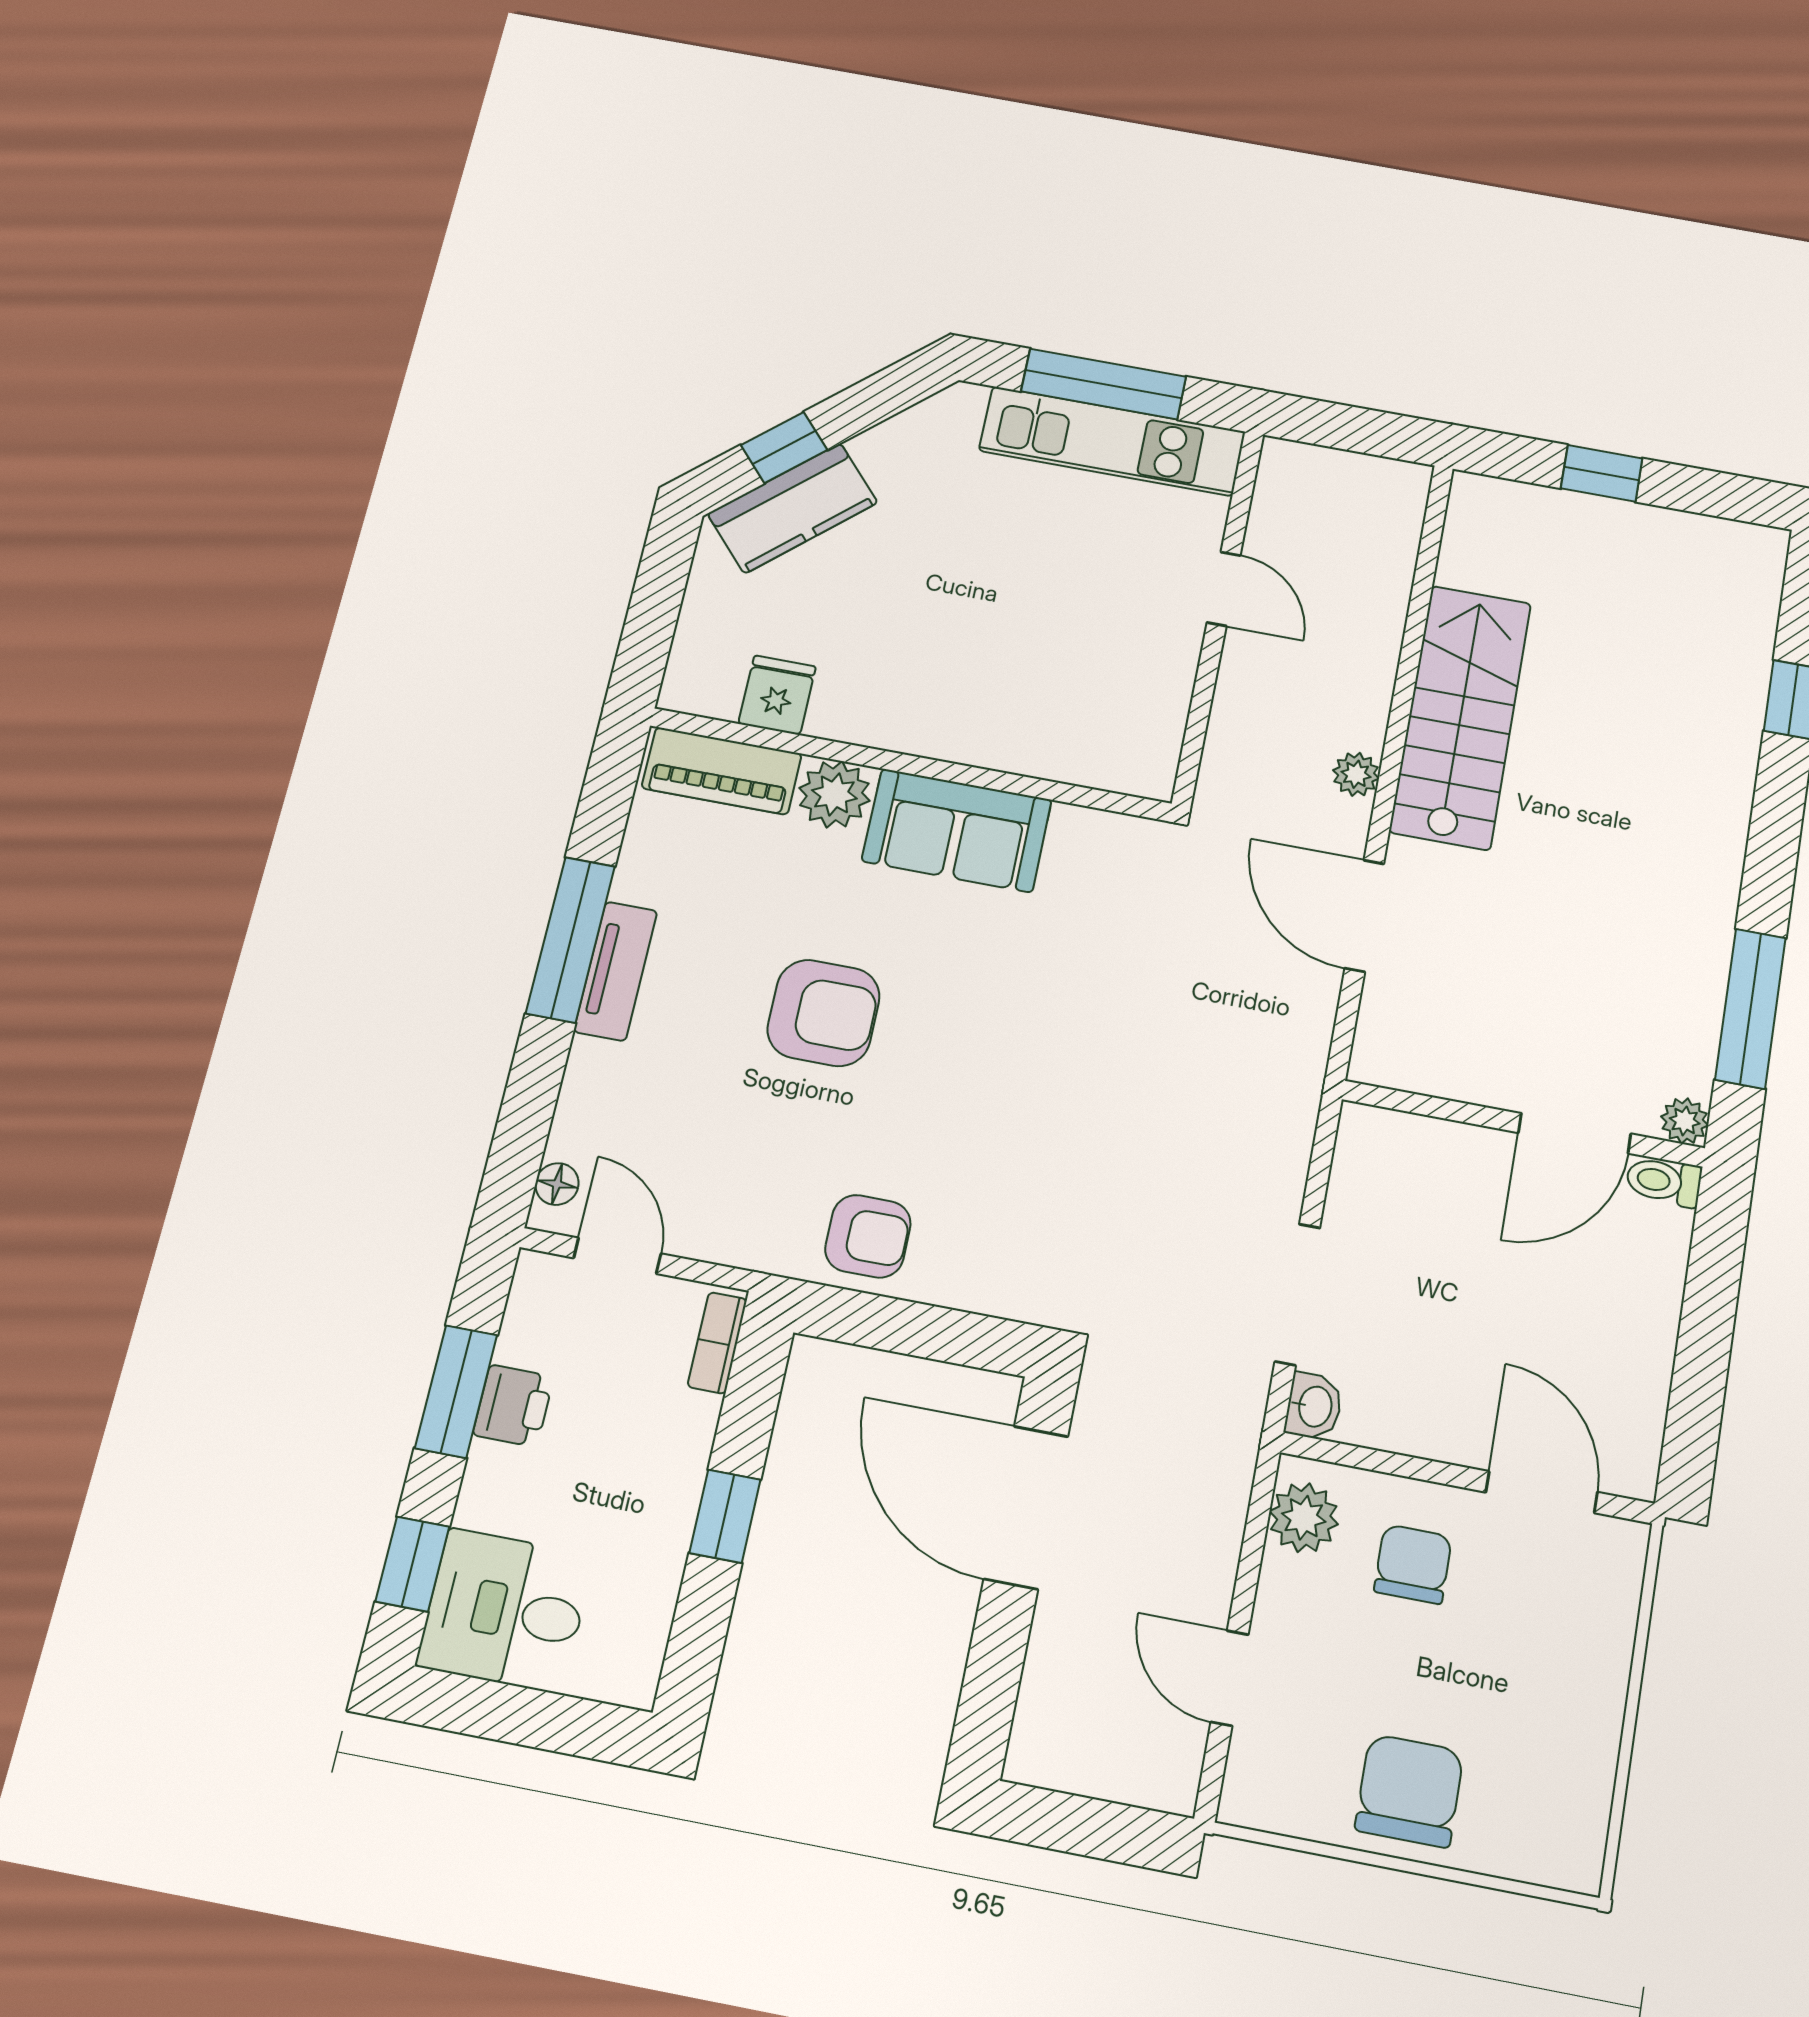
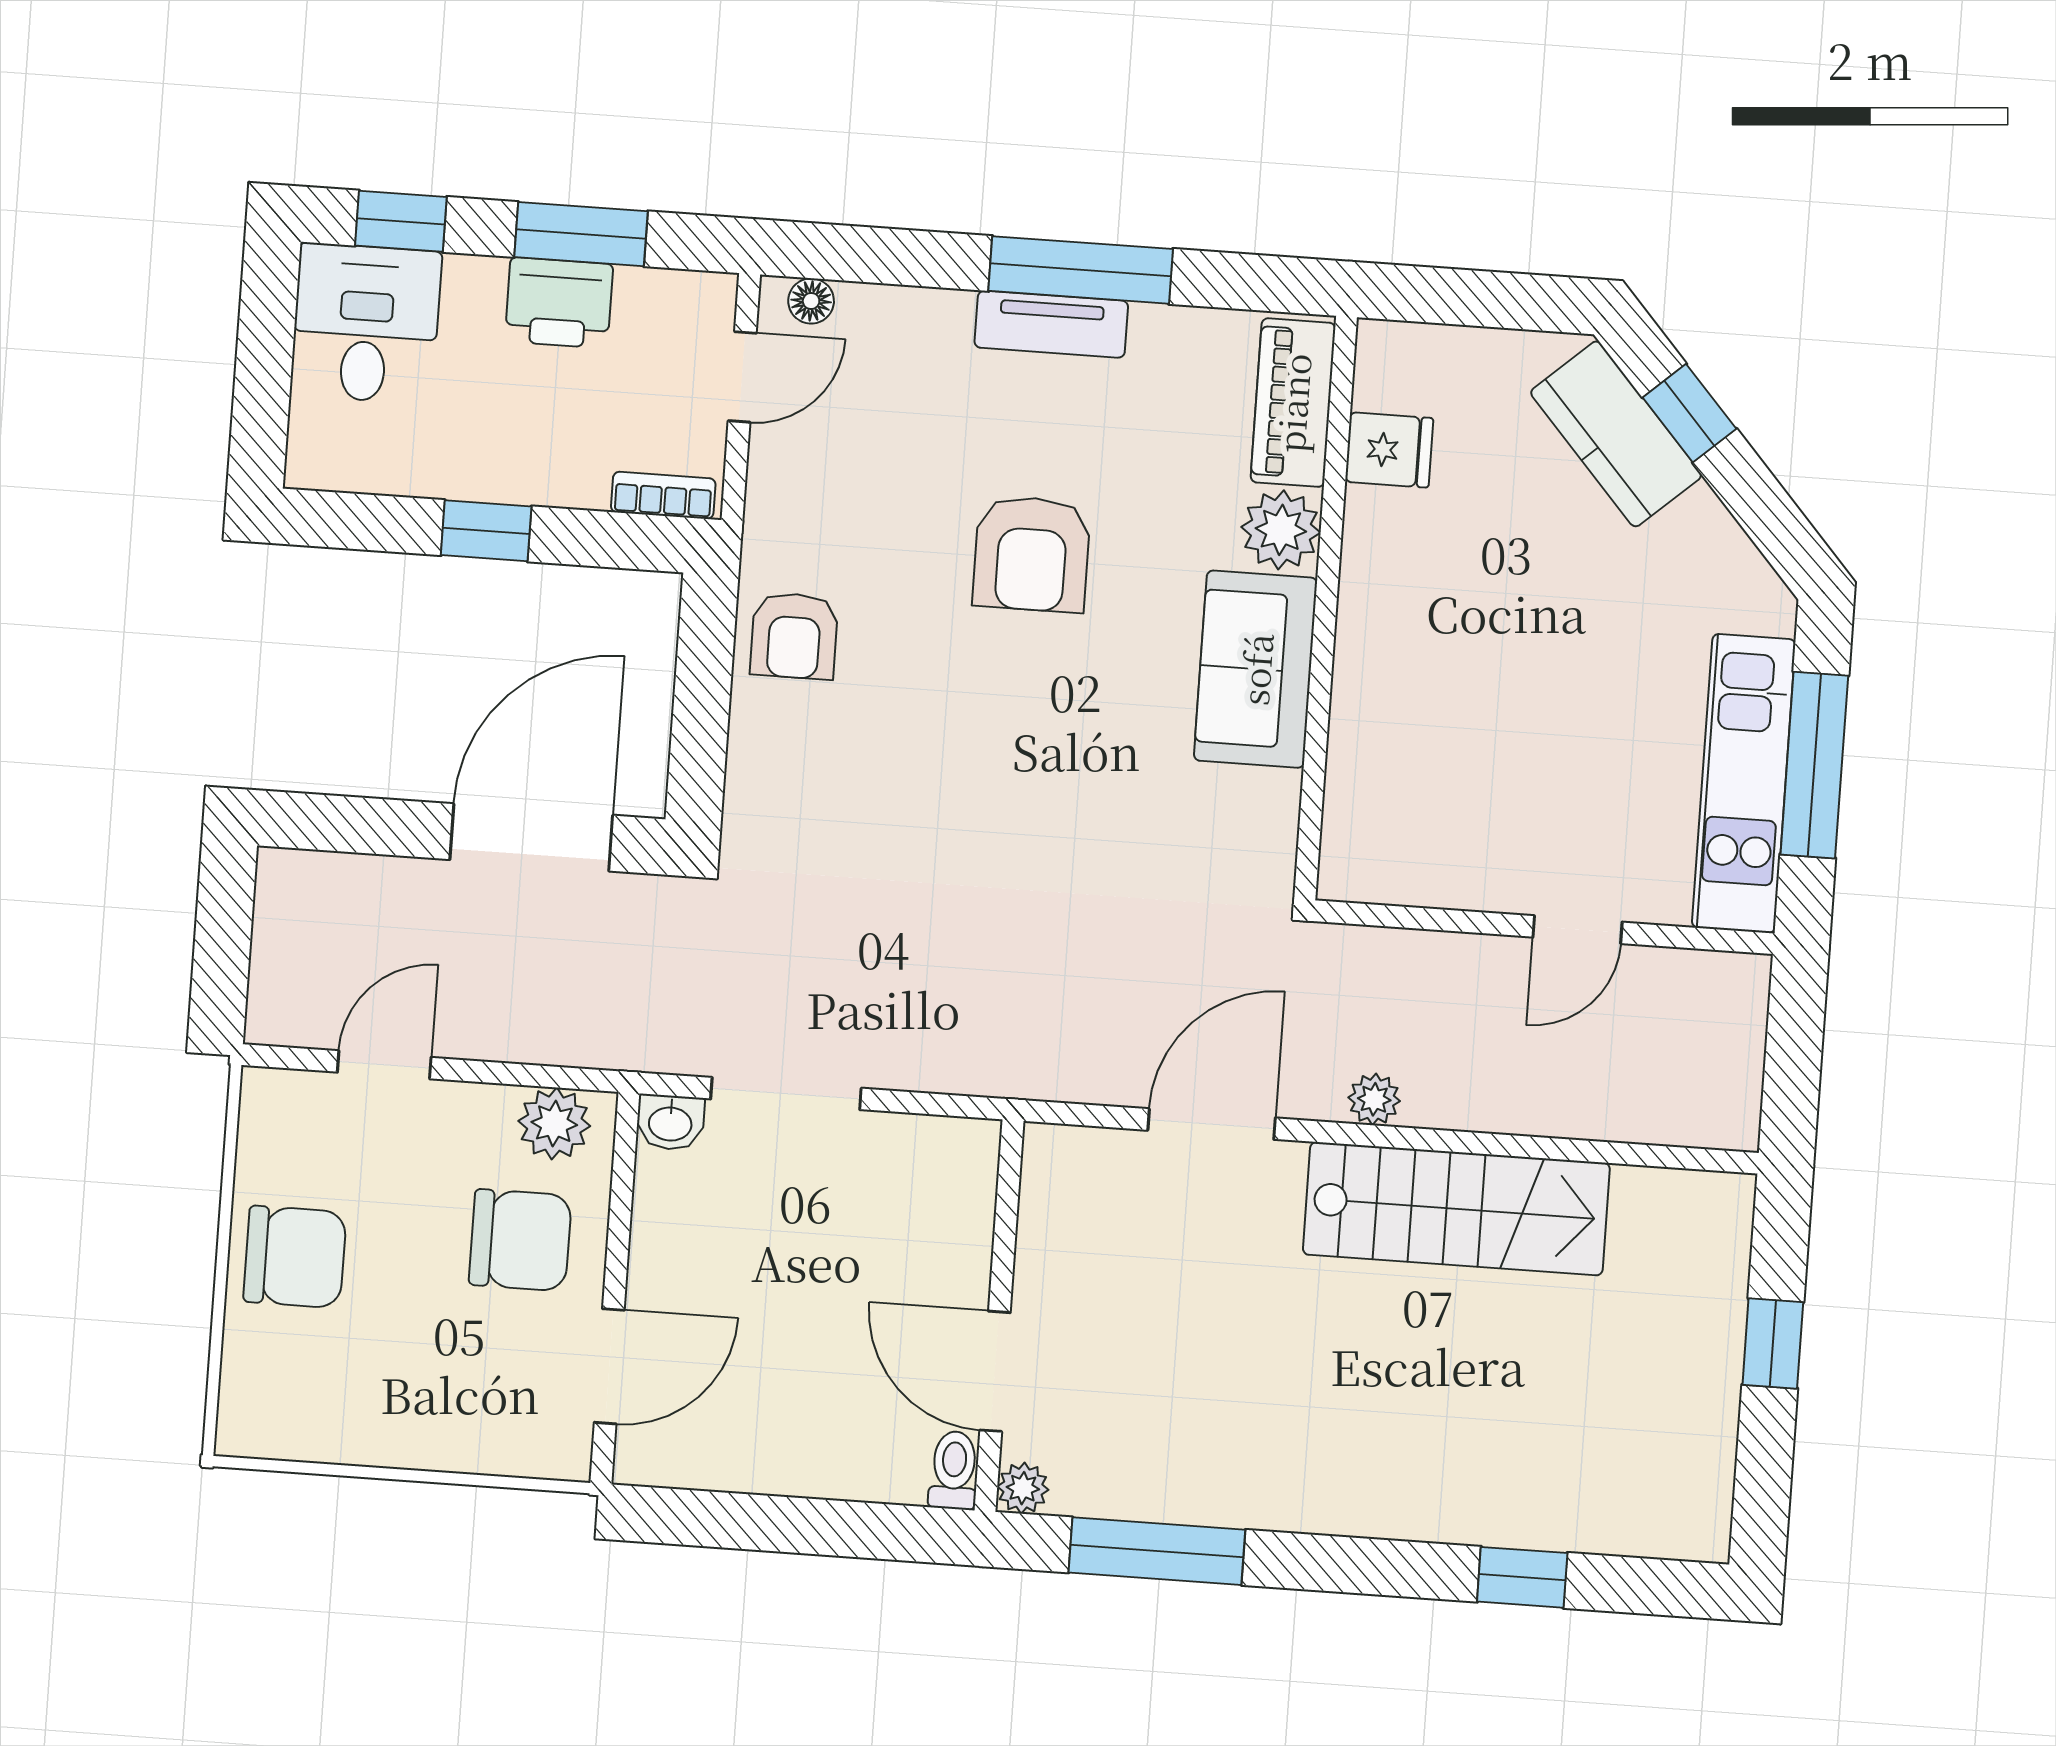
printer: (513, 1406) -> (559, 303), width x1.36, depth x1.24
chair: (1413, 1564) -> (520, 1240), width x1.37, depth x1.37

